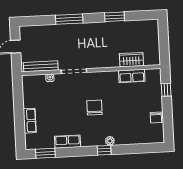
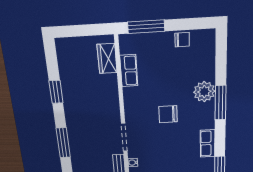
wardrobe: (131, 60) -> (107, 59), moved
window: (166, 90) -> (146, 27), width x2.17
plant: (110, 141) -> (204, 92), width x1.88, depth x1.88
window: (104, 150) -> (221, 103), width x2.17

